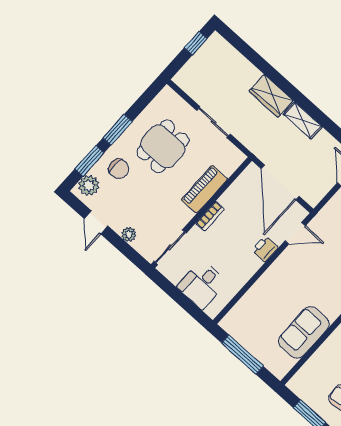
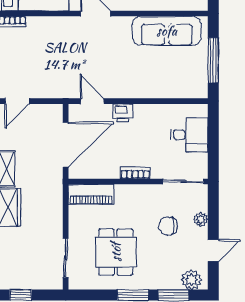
sliding door: (213, 122) -> (66, 258), moved
dining table: (163, 146) -> (116, 252), turned 90
chair: (119, 169) -> (168, 226), moved, turned -90
piano: (205, 189) -> (91, 194), moved
sofa: (304, 332) -> (167, 31), width x1.36

